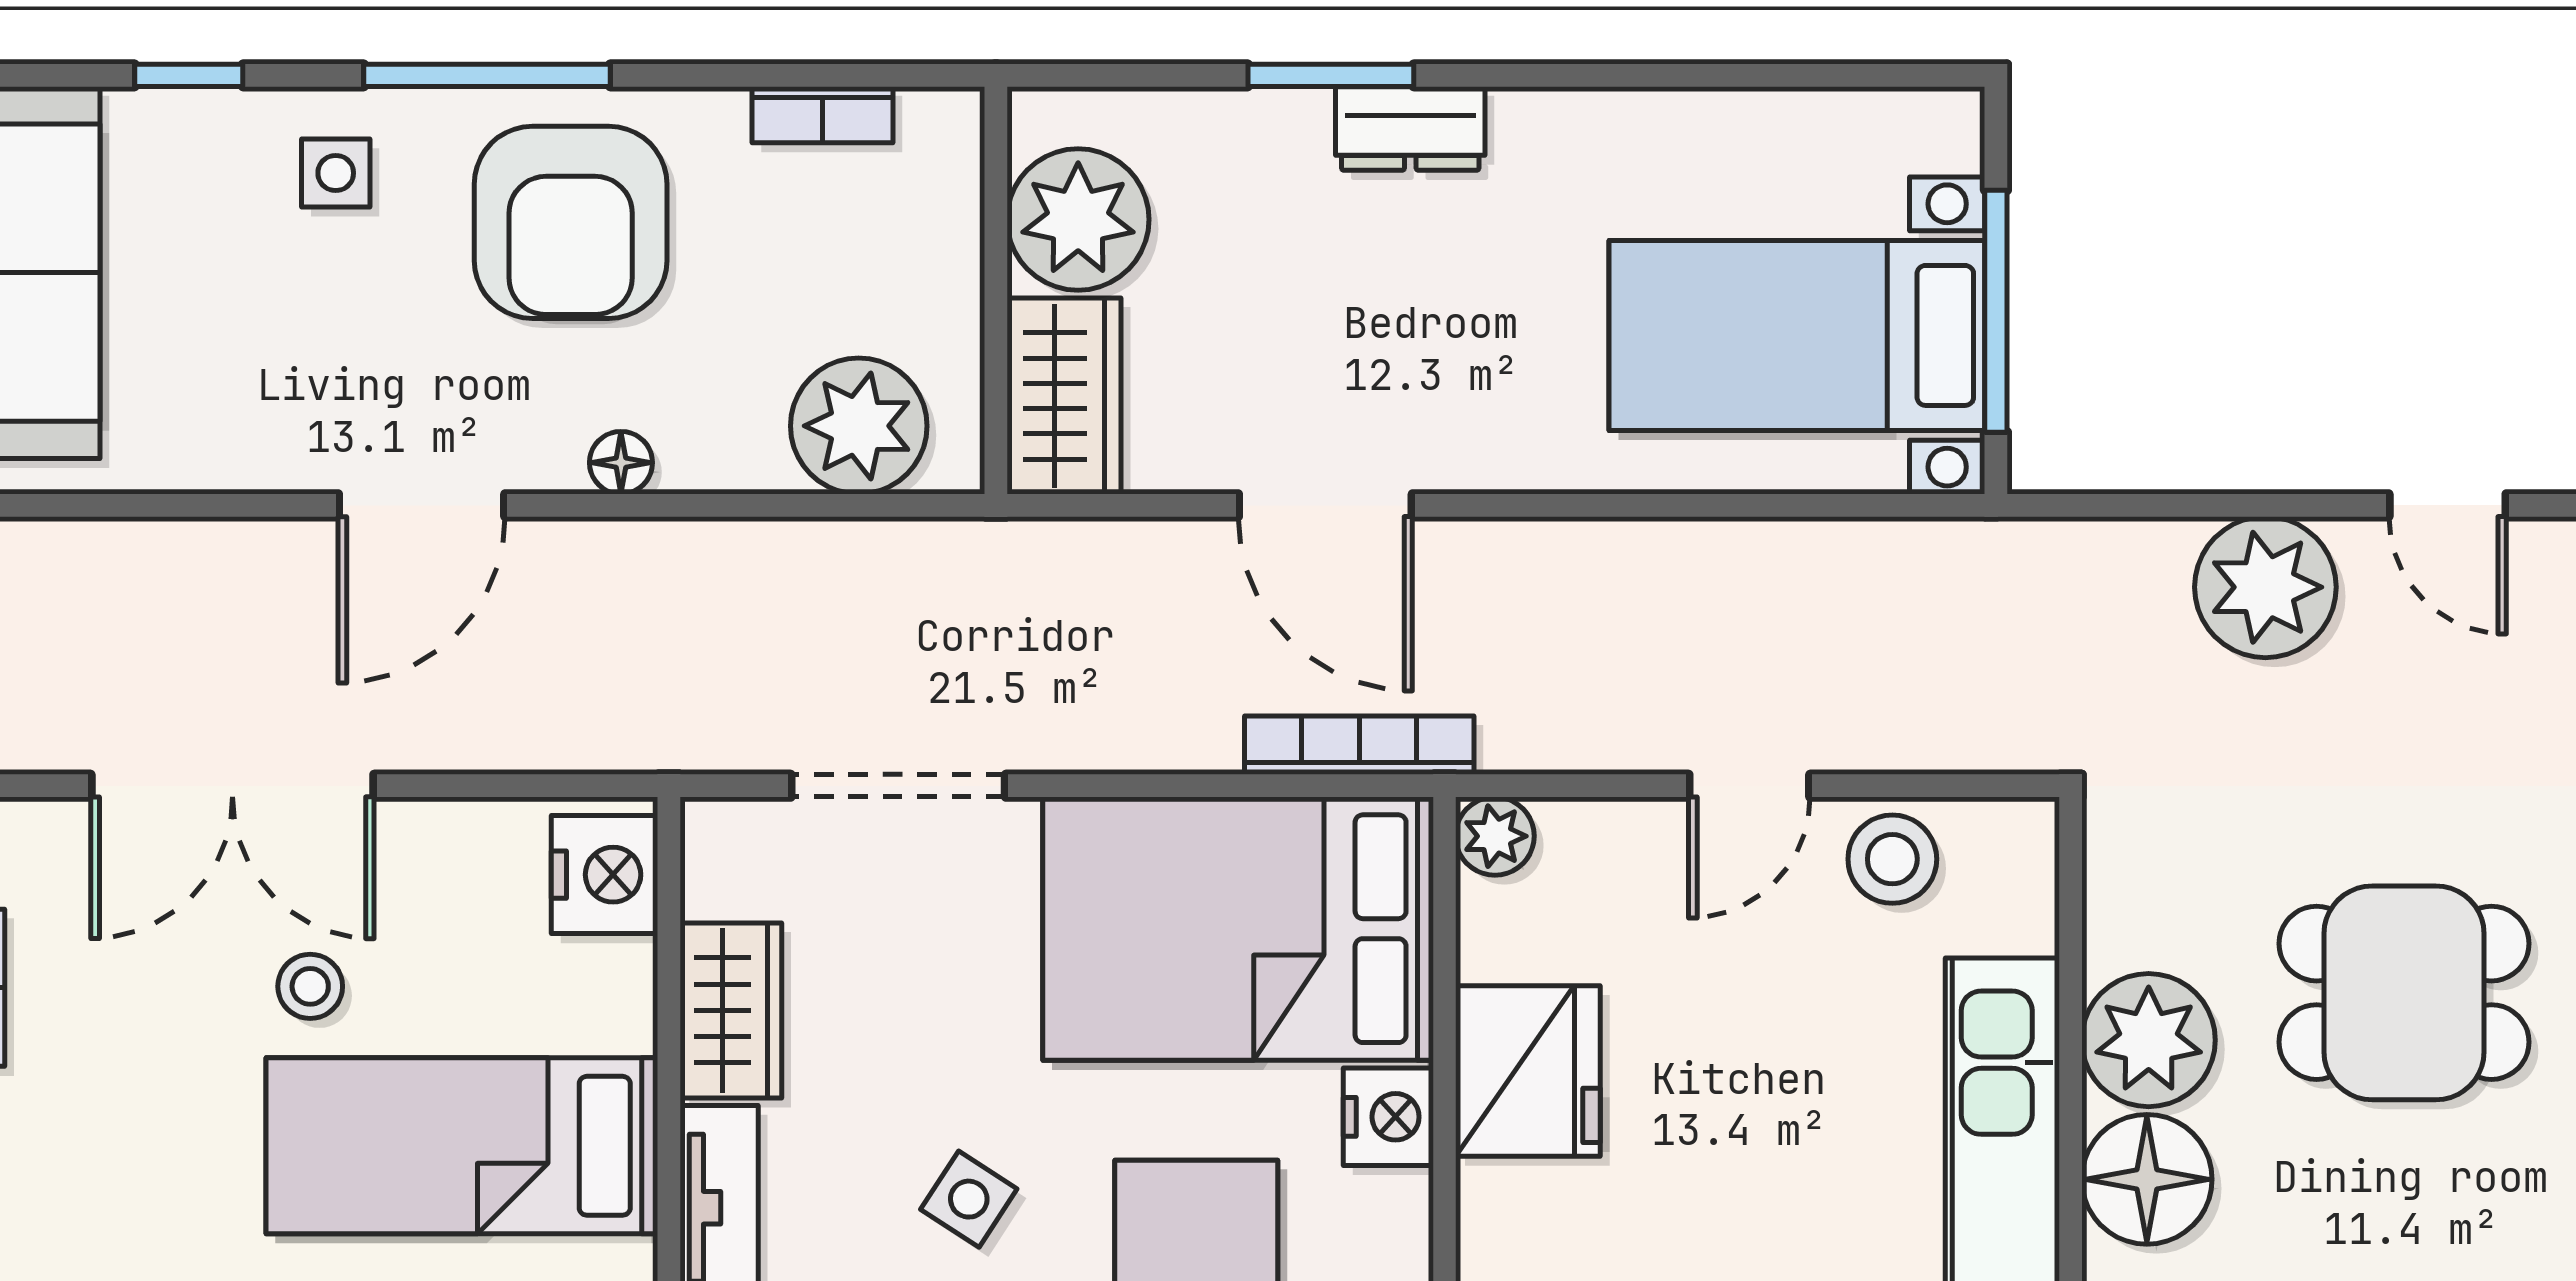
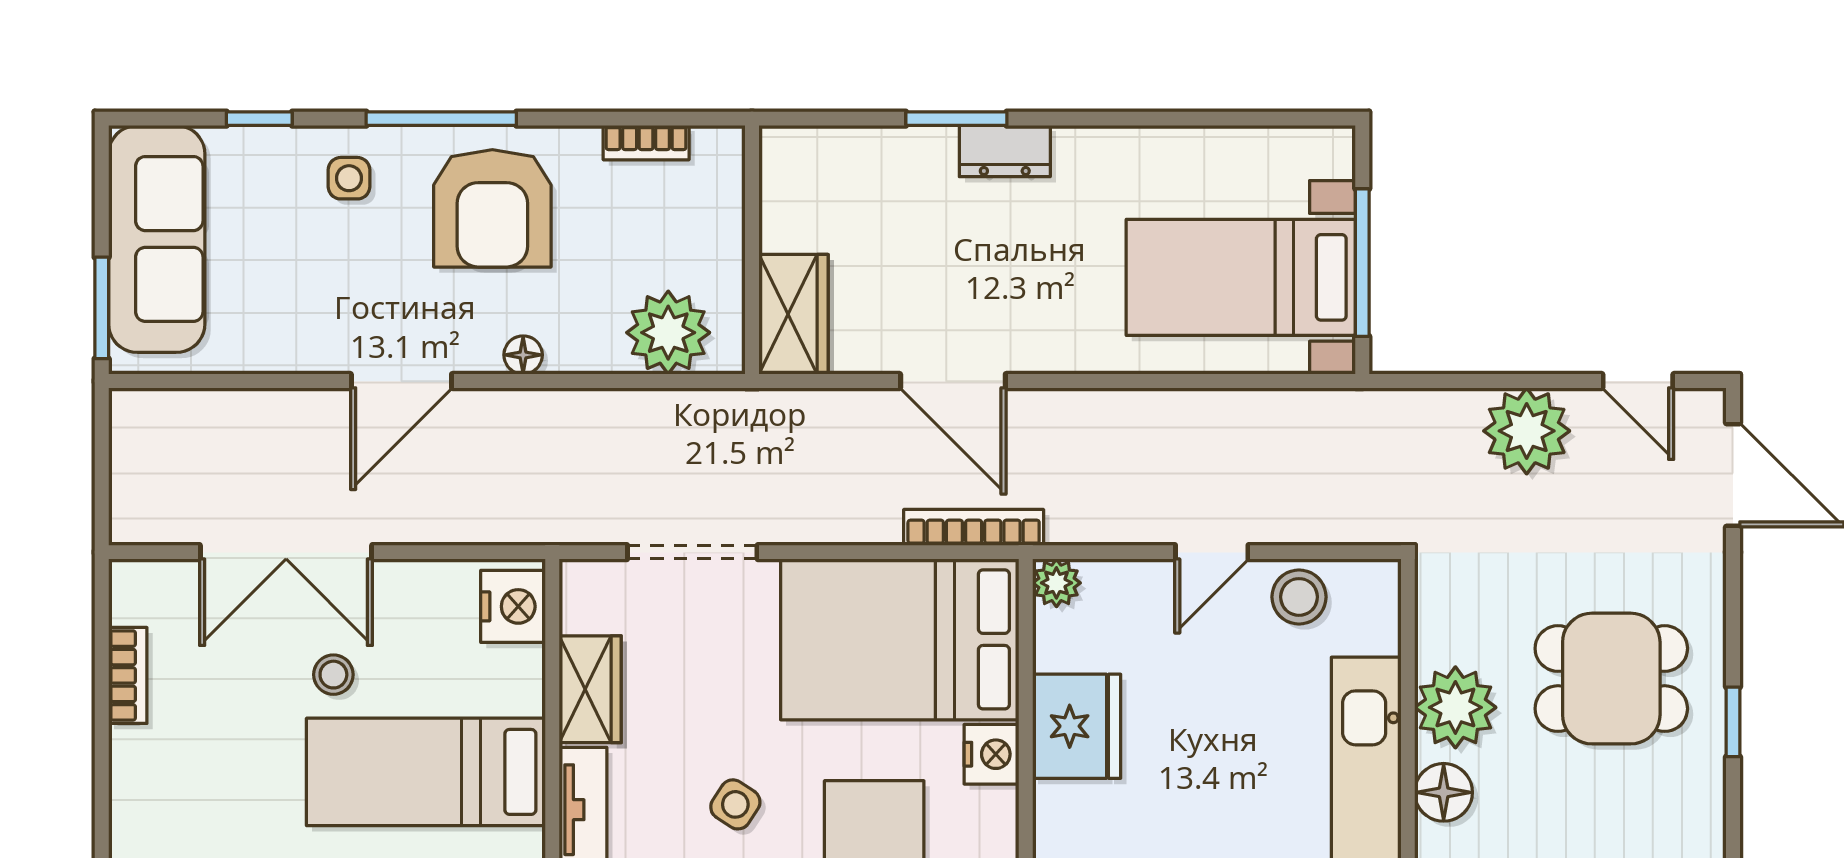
plant: (1078, 219) -> (802, 207), removed
floor lamp: (2147, 1179) -> (1444, 792), width x0.73, depth x0.73

